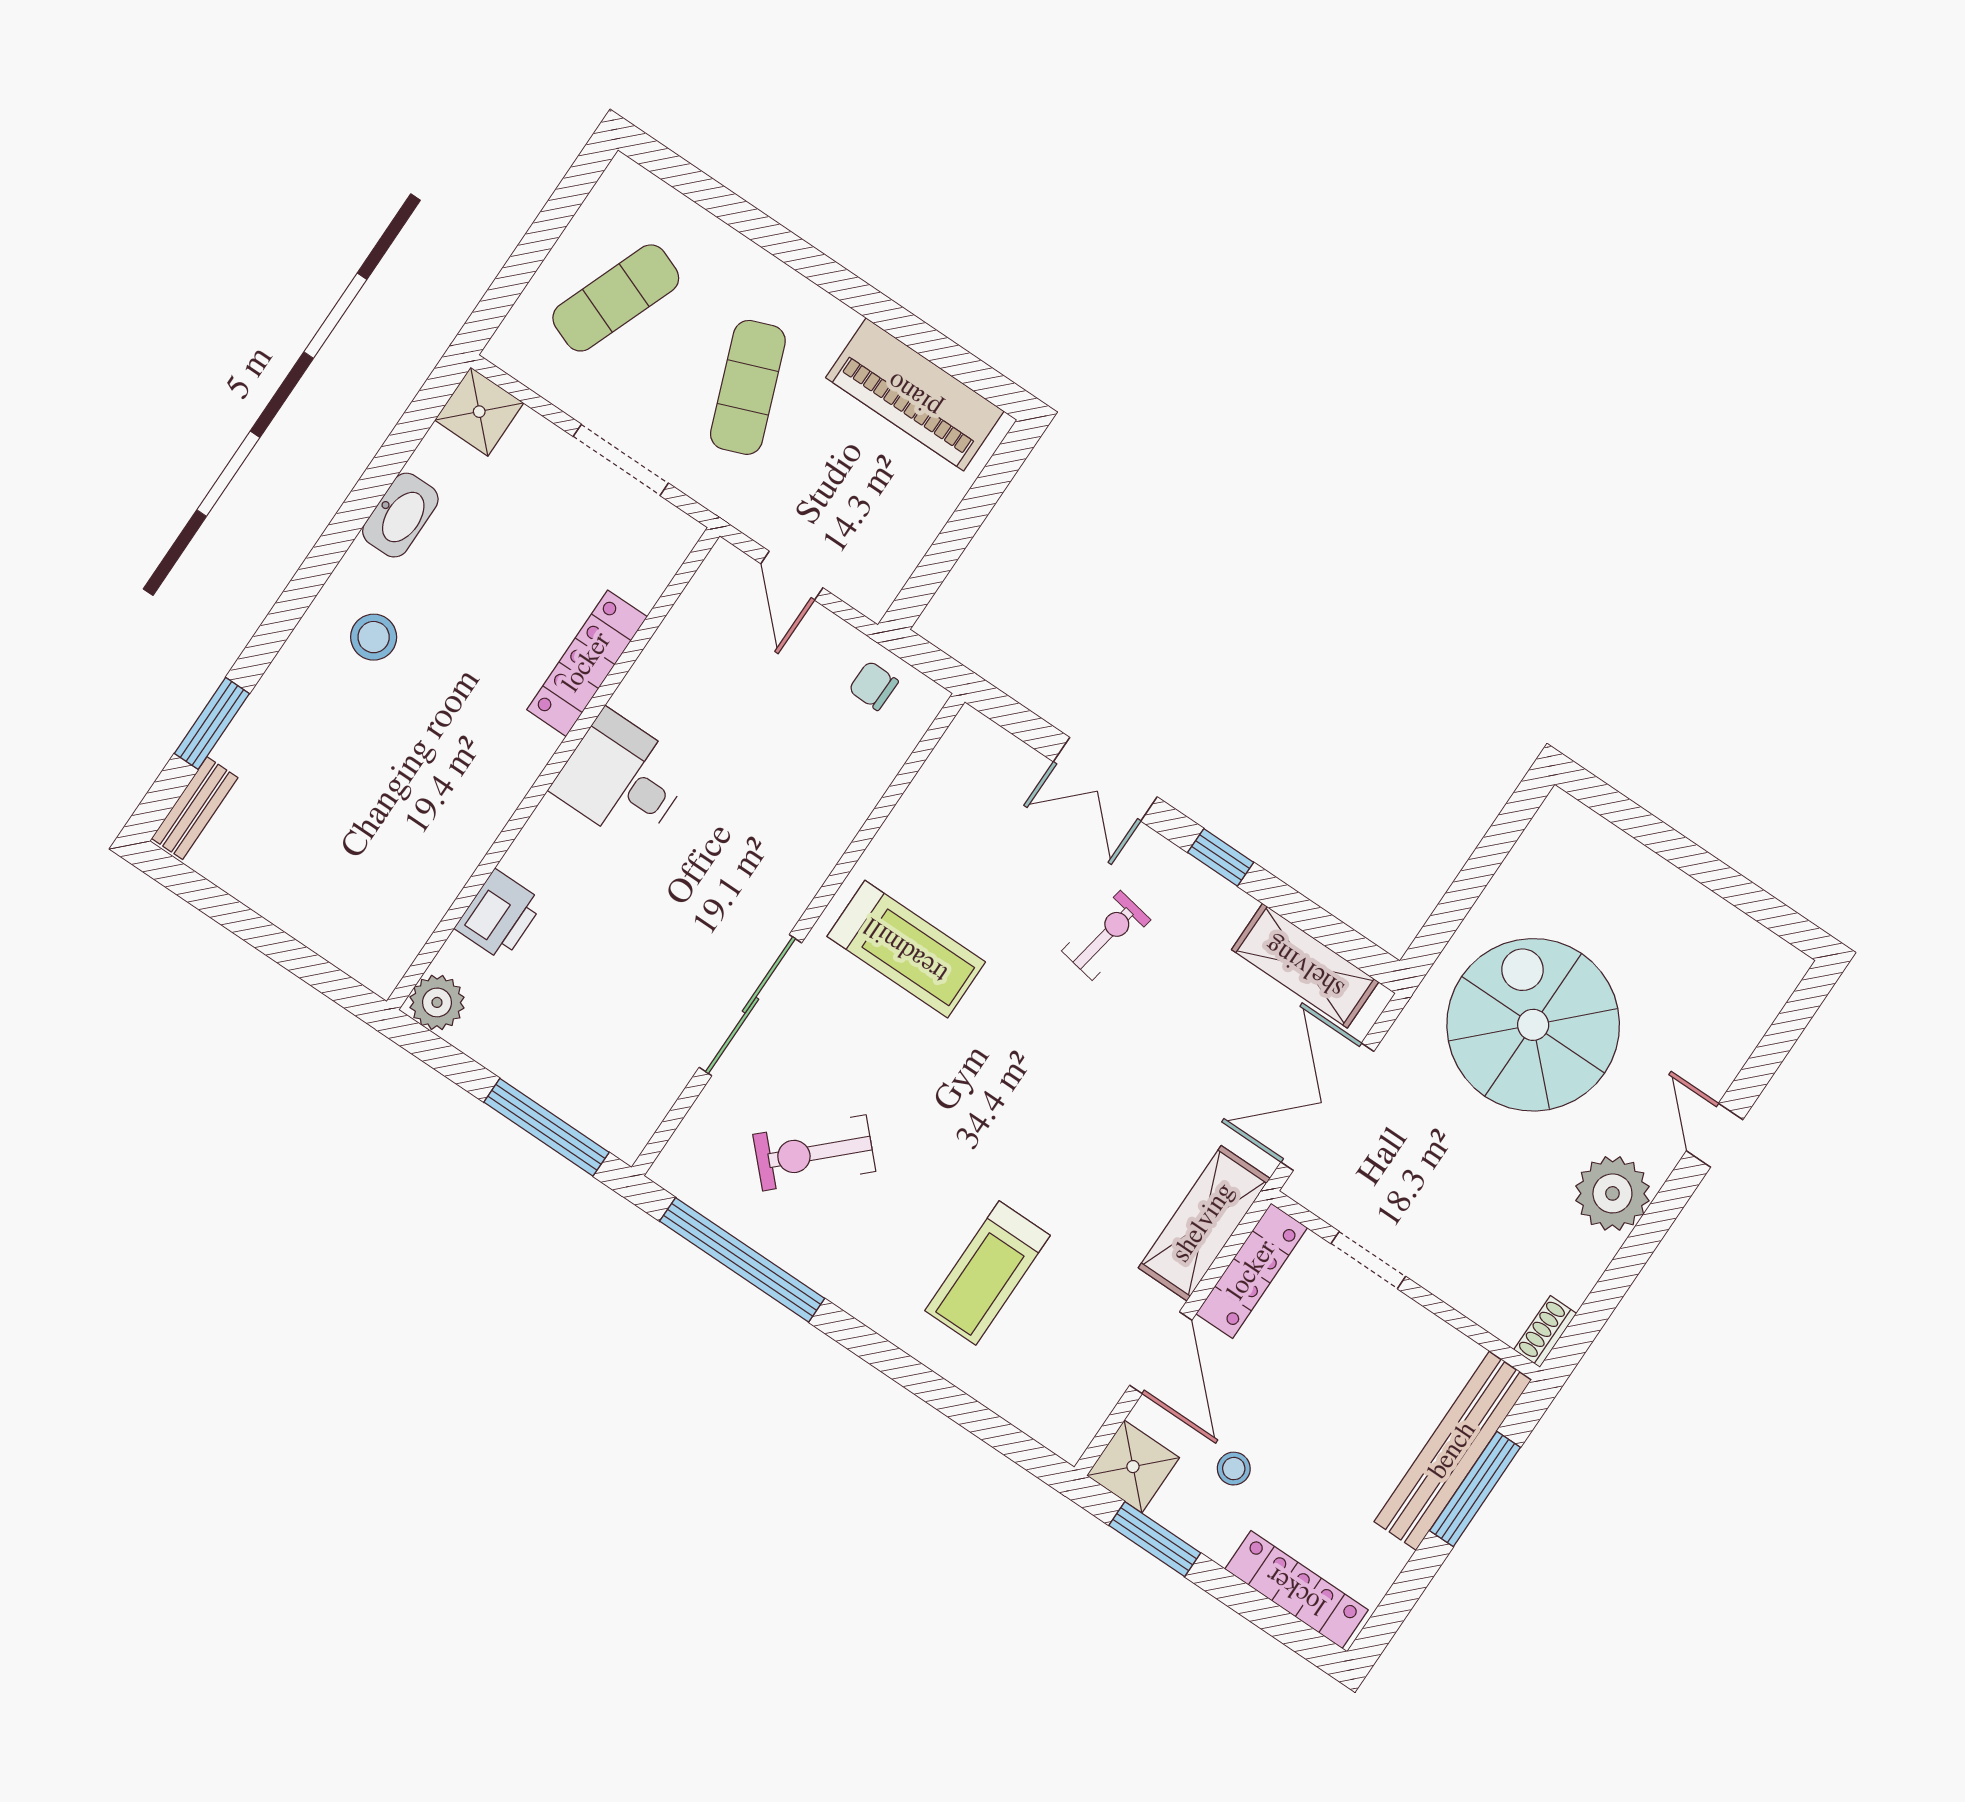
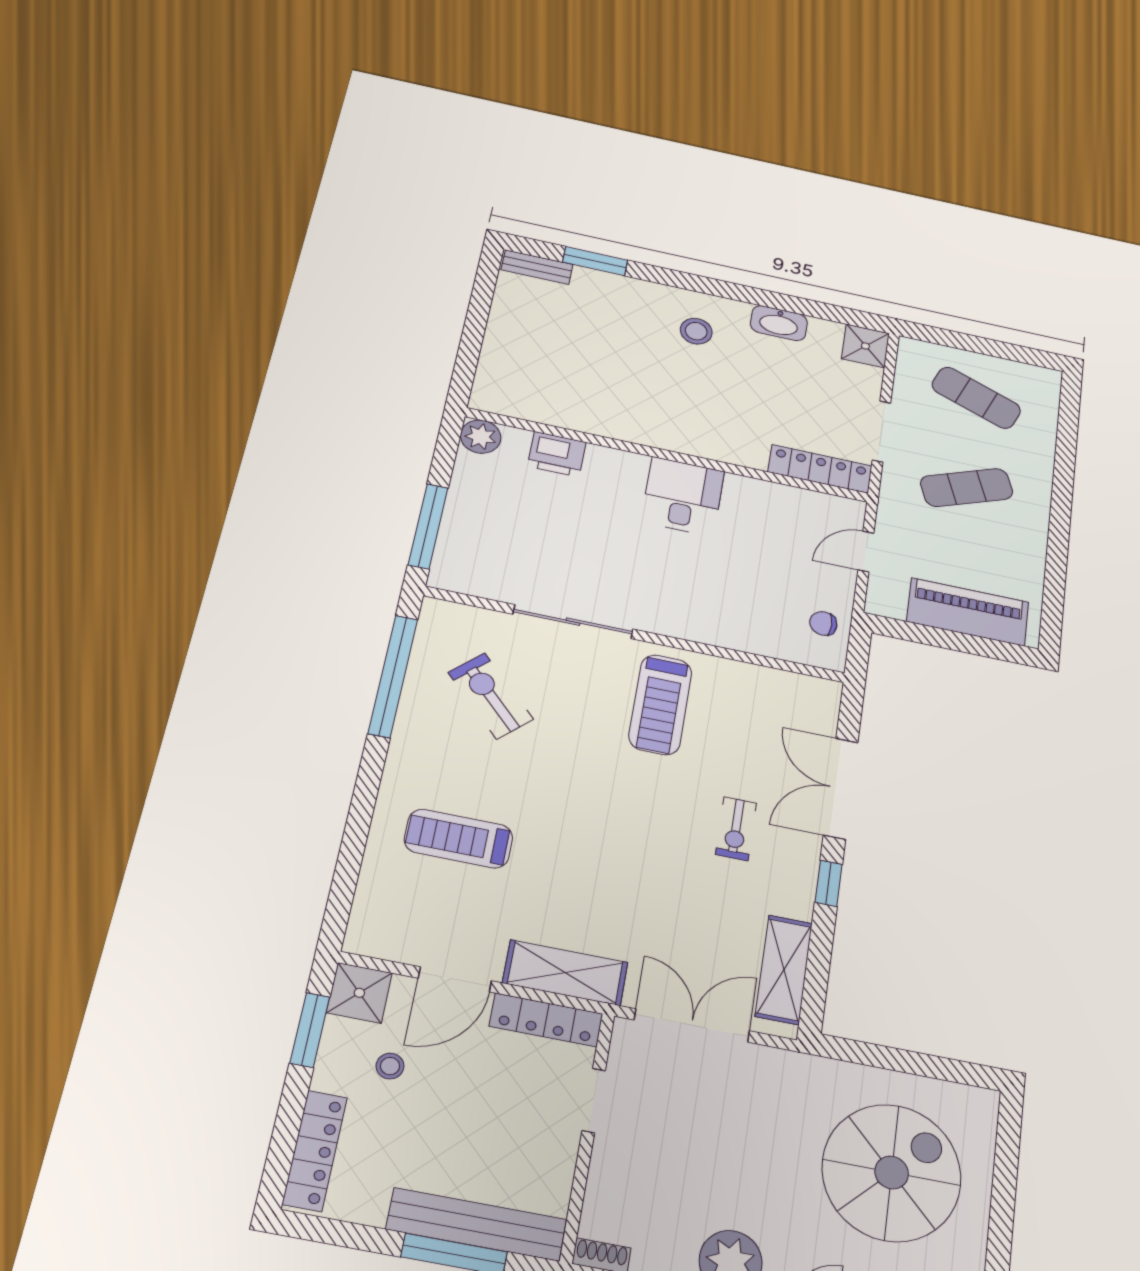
piano: (915, 394) -> (968, 612), moved, turned 90
locker: (587, 663) -> (820, 469), moved
chair: (873, 686) -> (823, 623), turned -91
double door: (1105, 779) -> (841, 789), width x1.37
exercise bike: (1106, 935) -> (736, 829), turned 80
spiral stairs: (1533, 1025) -> (892, 1173), moved

